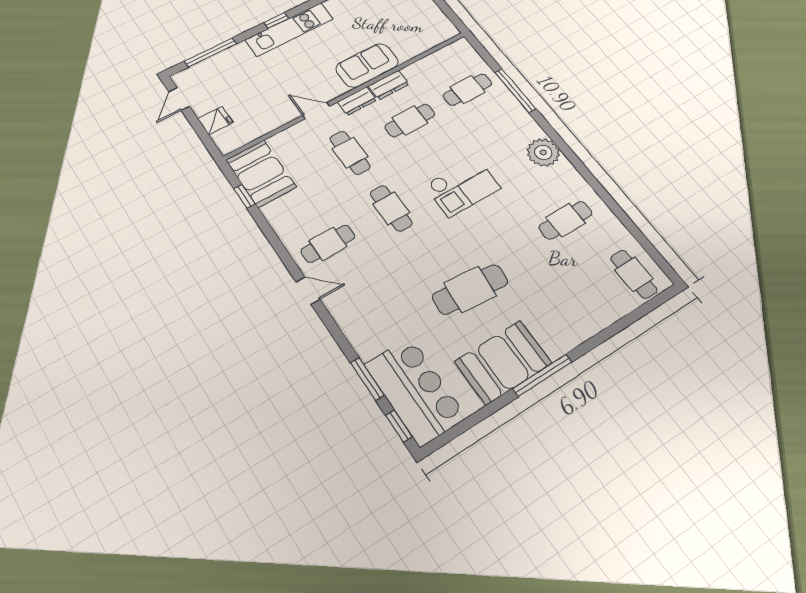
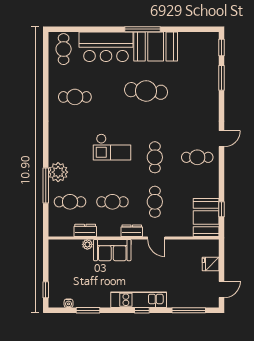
plant: (405, 54) -> (87, 244), added
dresser: (389, 85) -> (85, 230), moved
plant: (543, 152) -> (58, 172), moved
checkout: (462, 187) -> (112, 147), turned 180
door: (308, 291) -> (222, 139), swing flipped
bar counter: (415, 391) -> (106, 47), moved, turned -90

